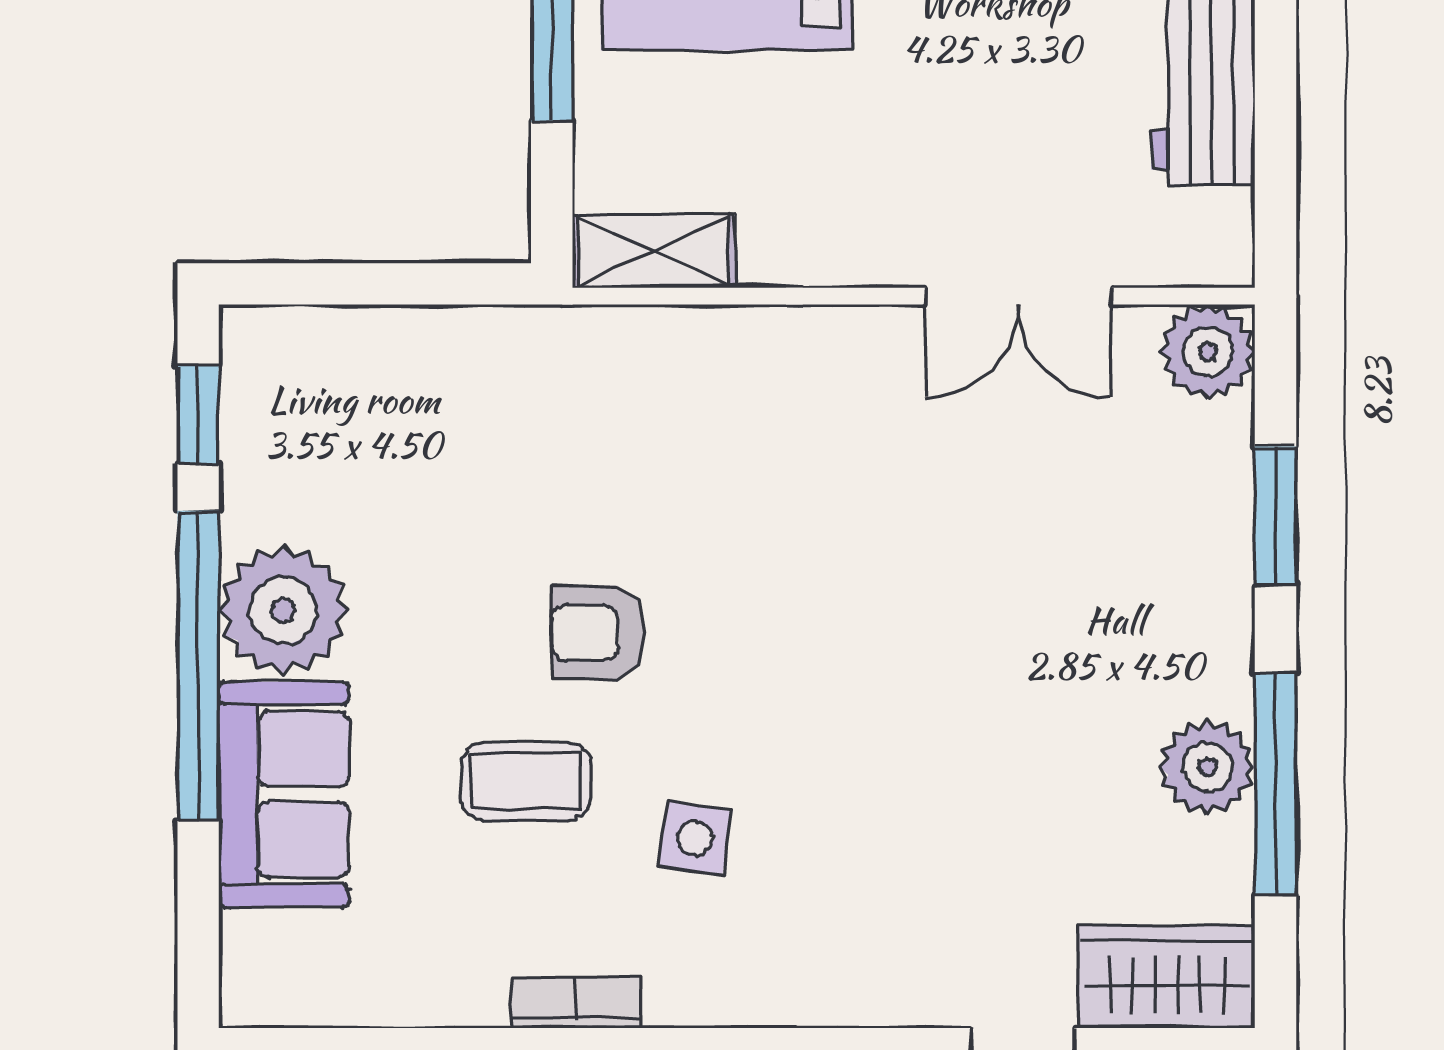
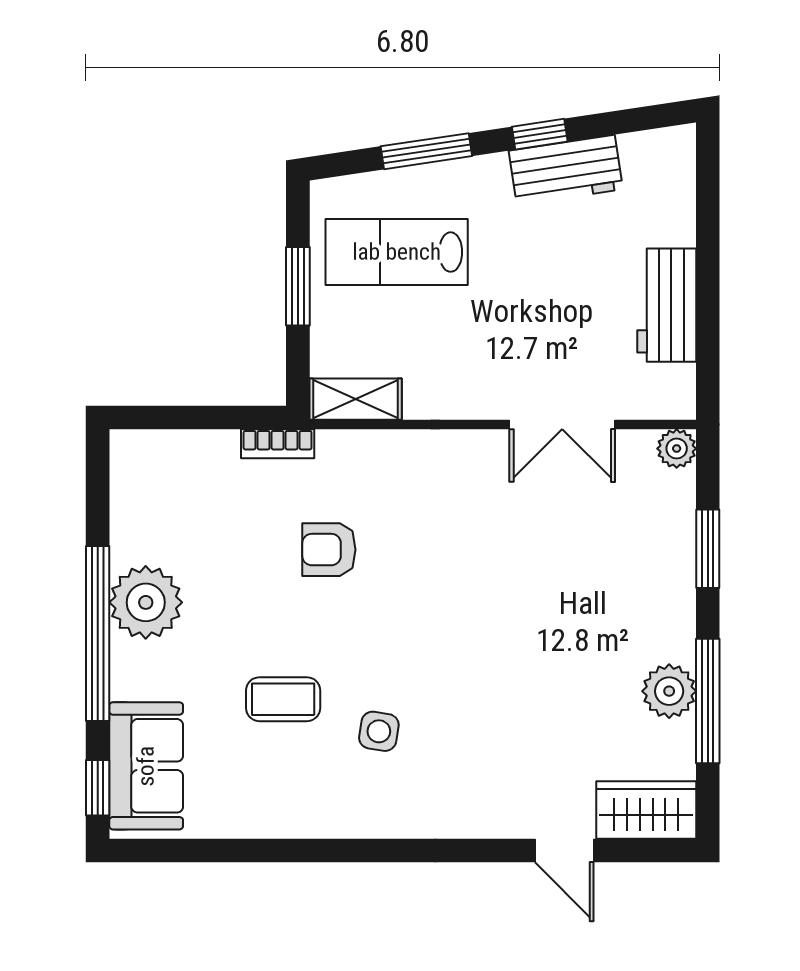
plant: (1208, 352) -> (677, 449), width x0.73, depth x0.73
window: (198, 415) -> (98, 788), moved
armchair: (598, 633) -> (329, 550), moved
sofa: (284, 794) -> (146, 766), moved
bookcase: (576, 1002) -> (278, 444), moved, turned 180

